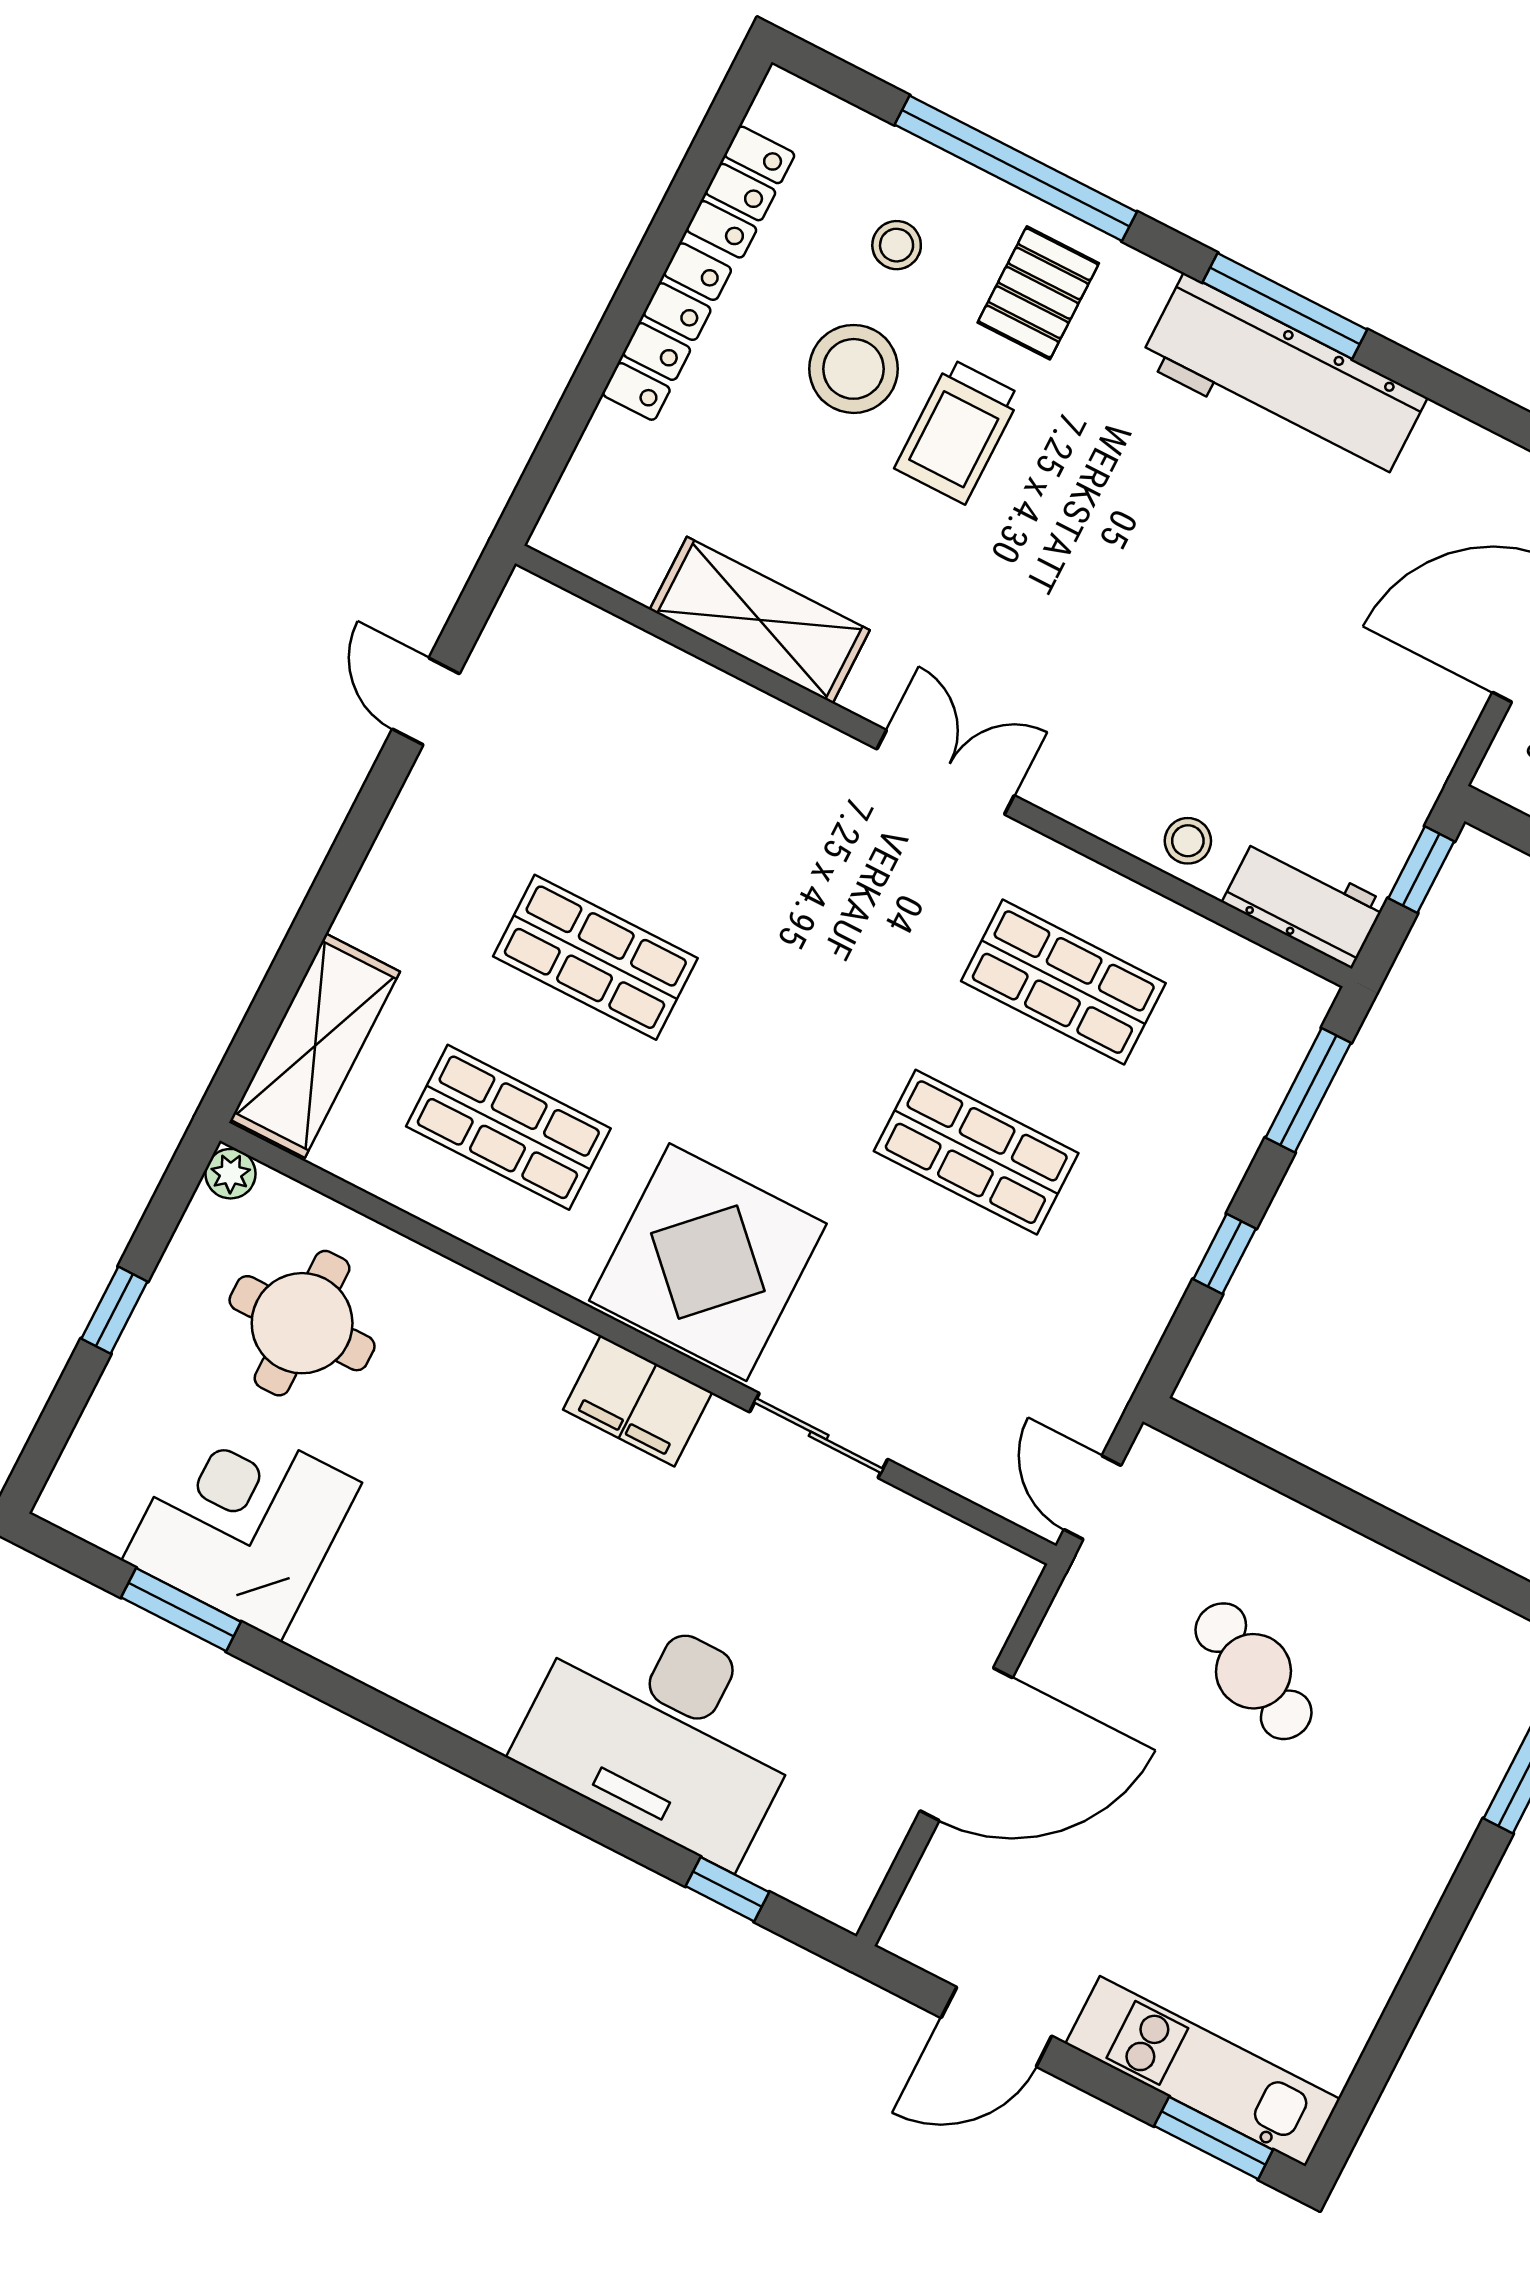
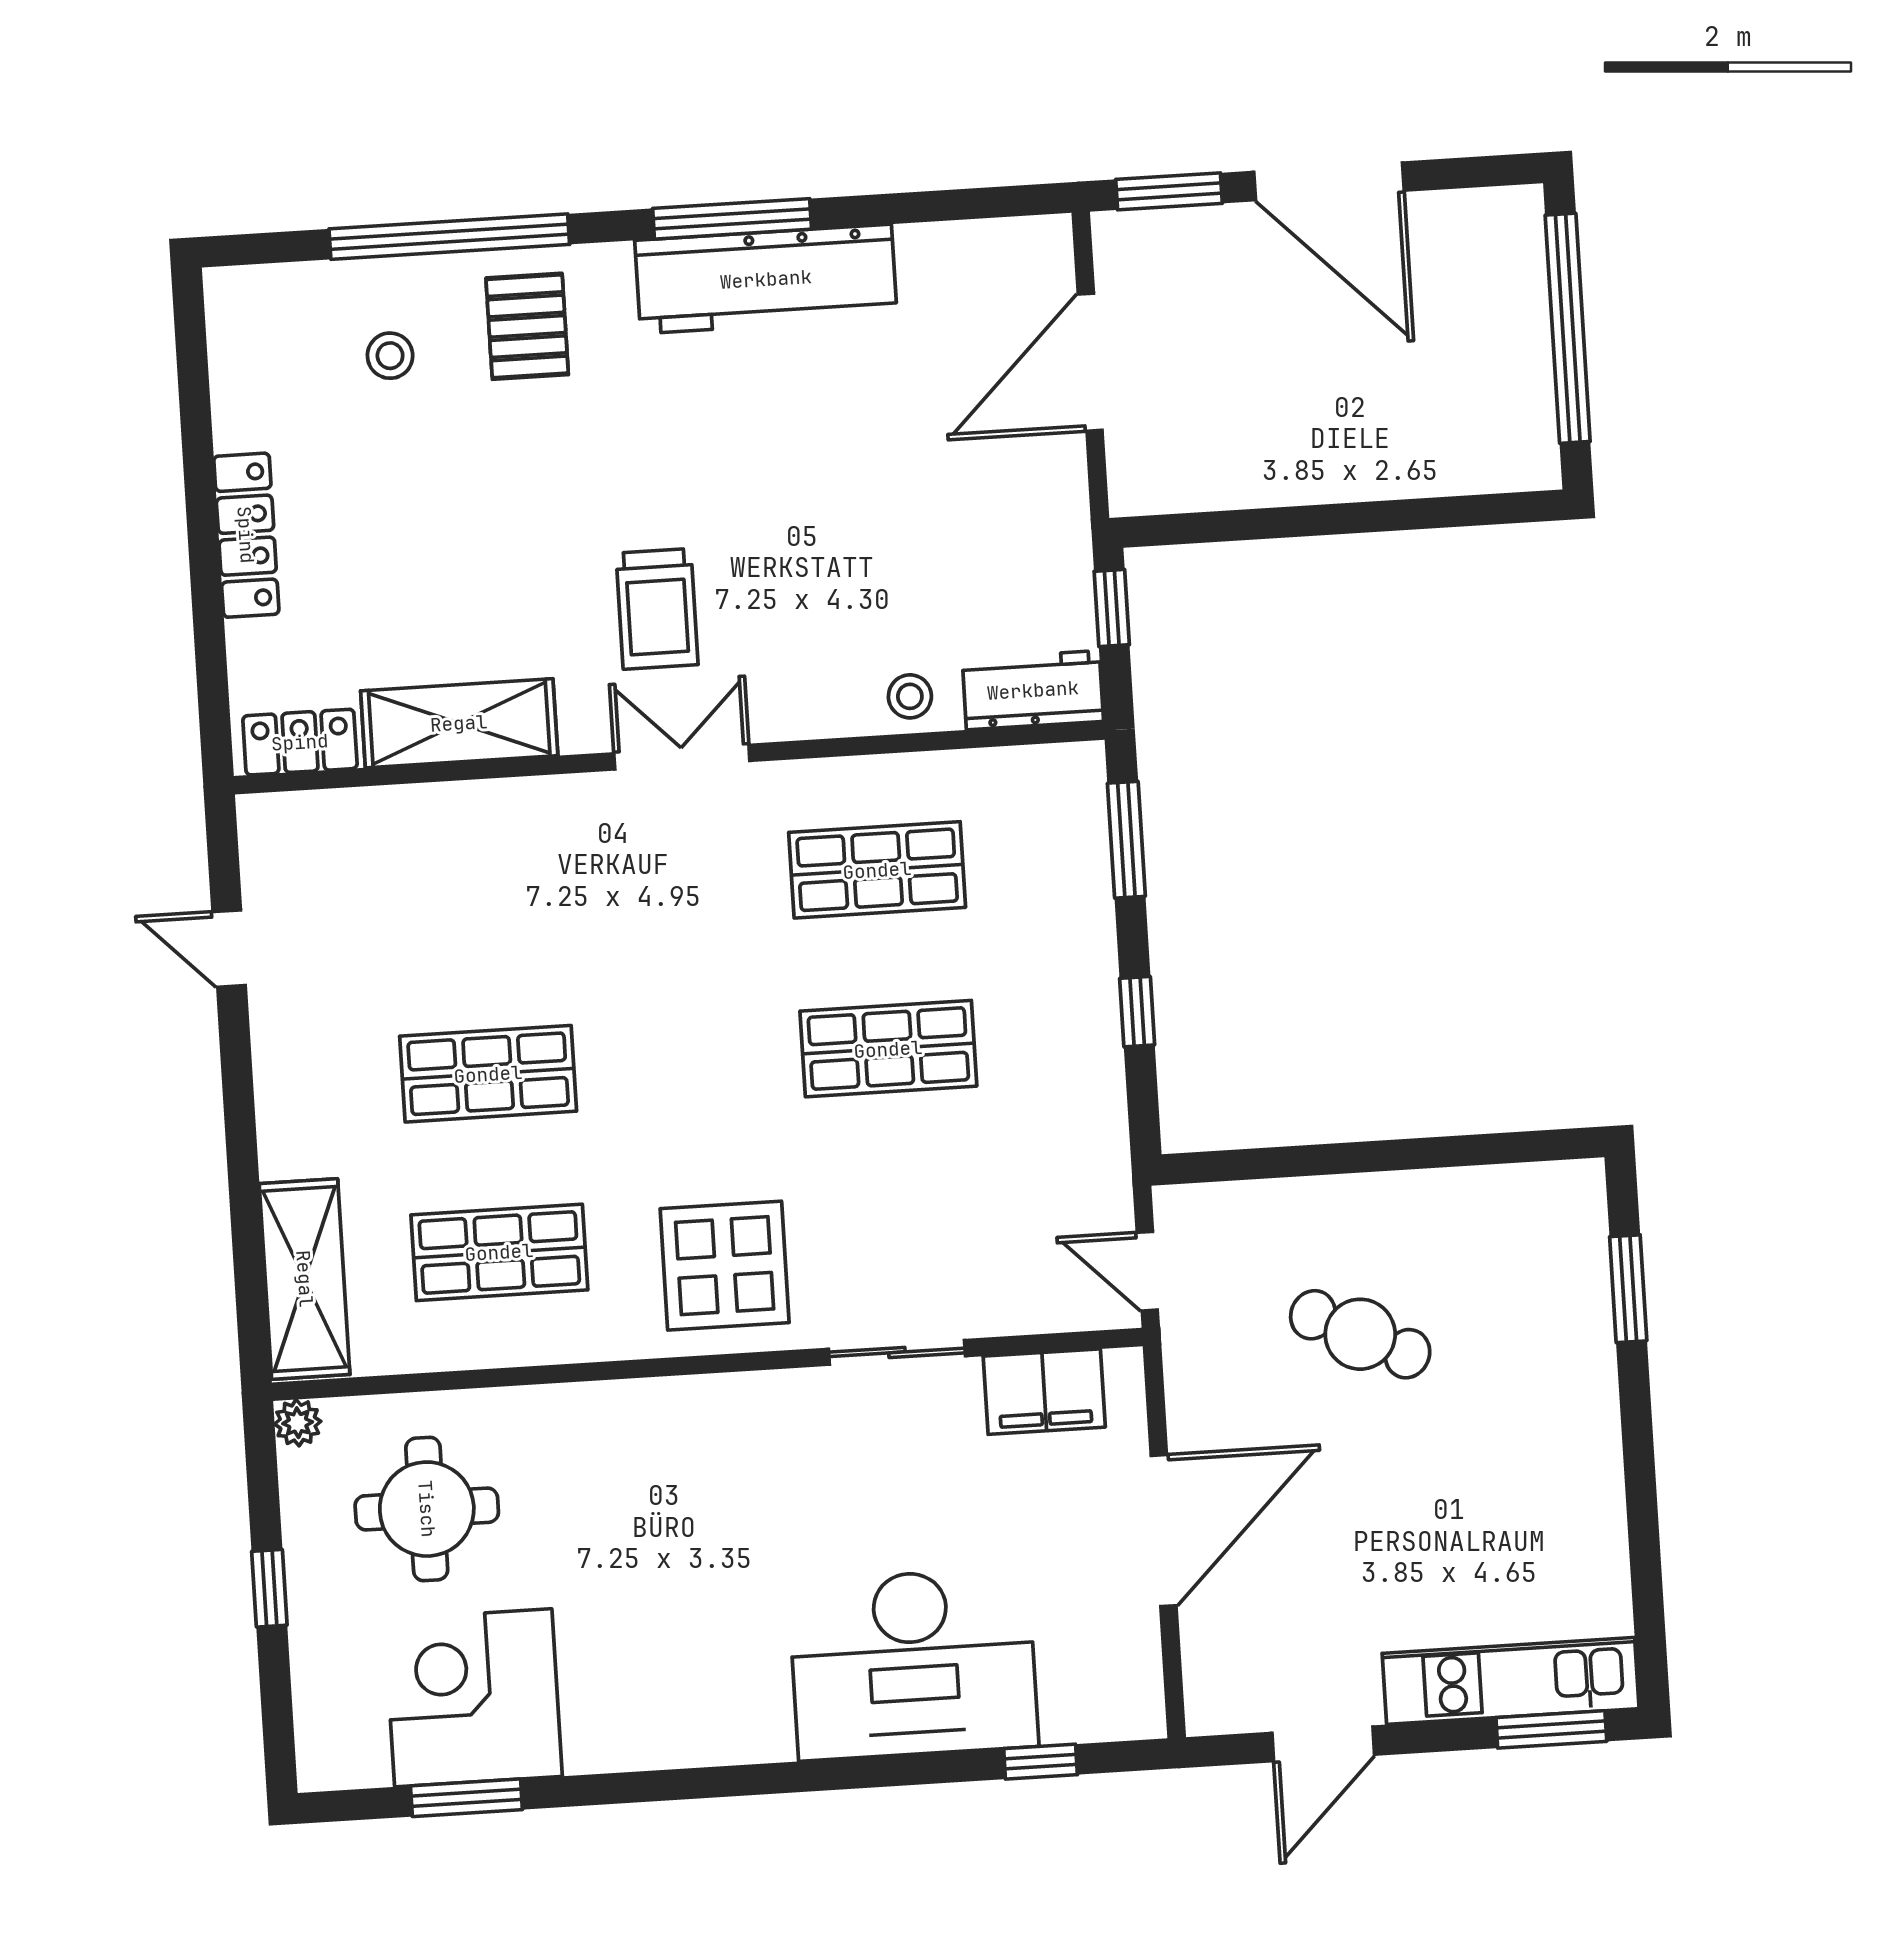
locker: (741, 192) -> (300, 742), moved, turned -90
stool: (854, 369) -> (415, 476), removed
trolley: (958, 432) -> (657, 609), moved
display table: (708, 1262) -> (725, 1266), width x0.73, depth x0.73
filing cabinet: (638, 1401) -> (1044, 1392), moved

